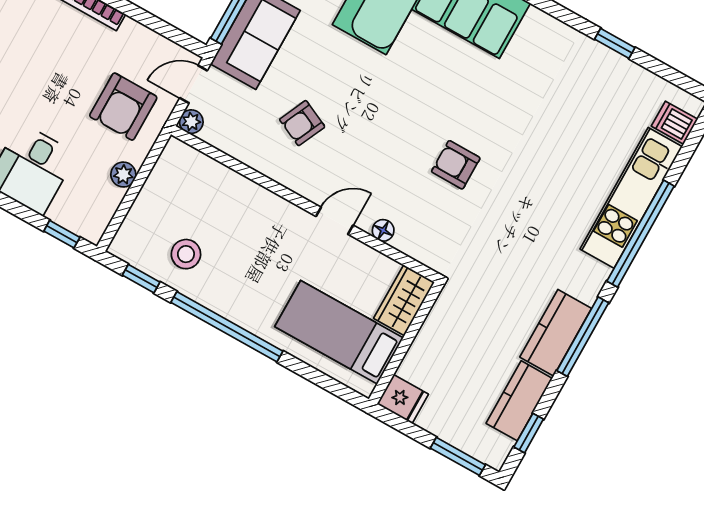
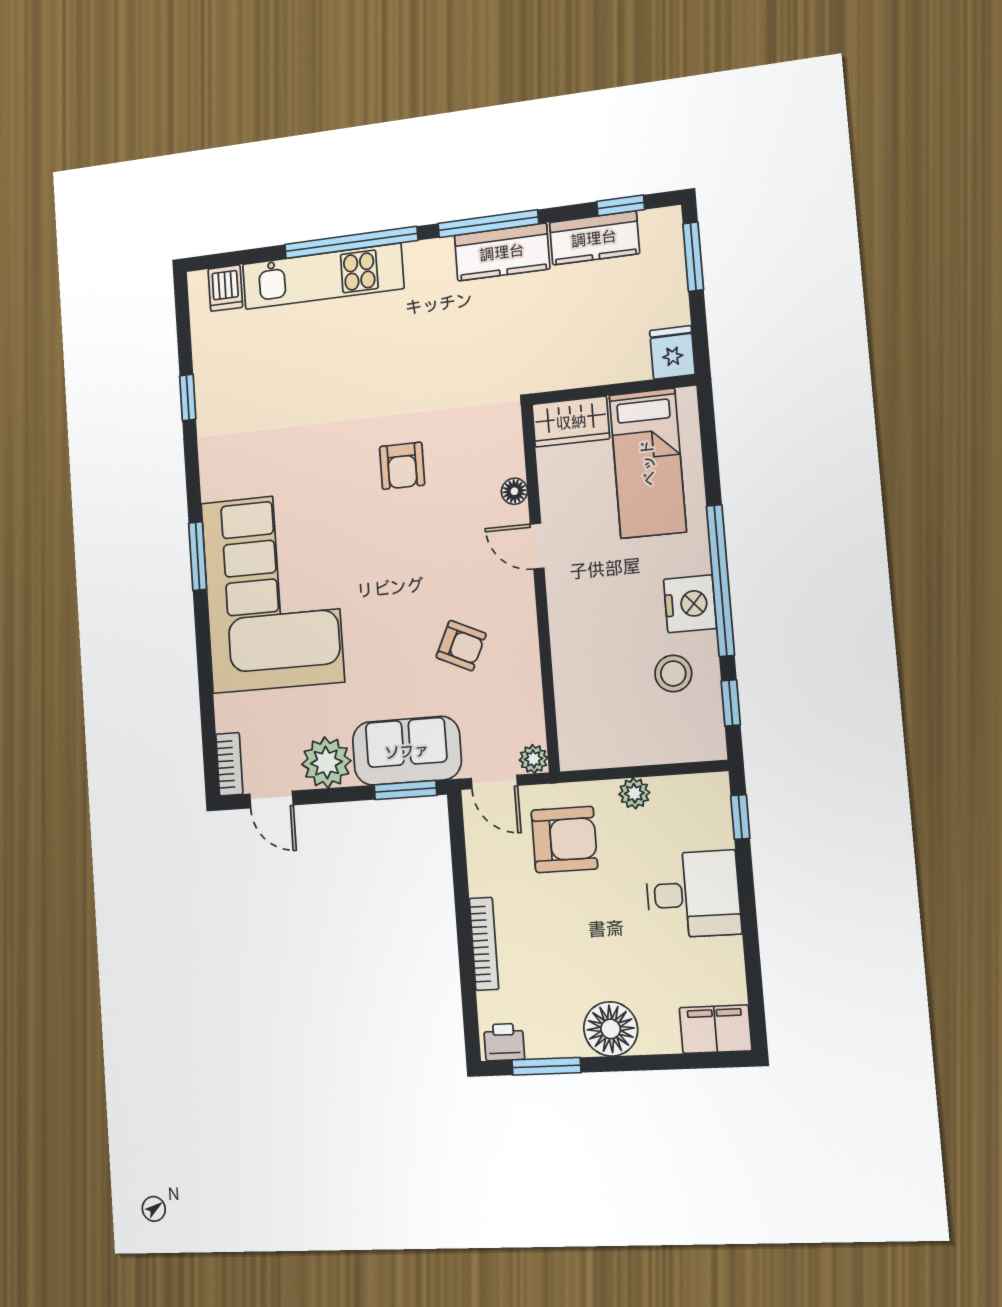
nightstand: (225, 296) -> (690, 604), added

